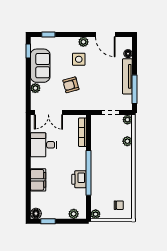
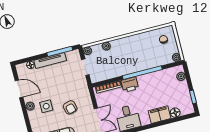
door: (105, 35) -> (19, 89), hinge flipped
printer: (79, 179) -> (130, 85), moved
floor lamp: (36, 214) -> (175, 113), moved

